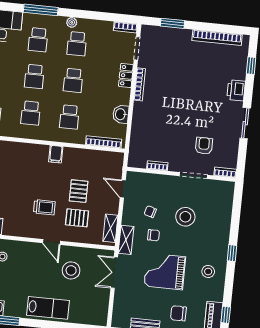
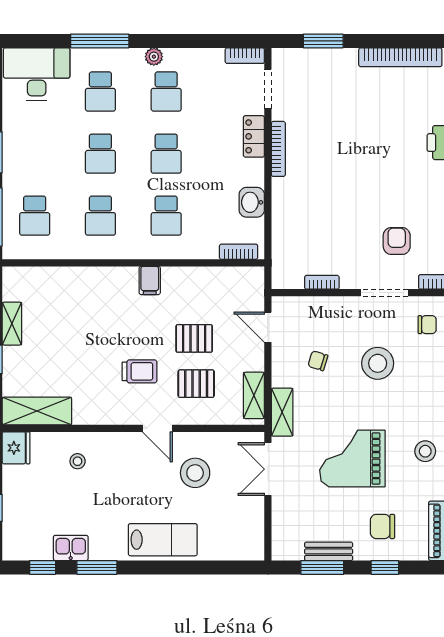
bookcase: (104, 142) -> (239, 252), width x0.64
pallet: (79, 191) -> (194, 338), turned 90
chair: (154, 235) -> (427, 325), moved

